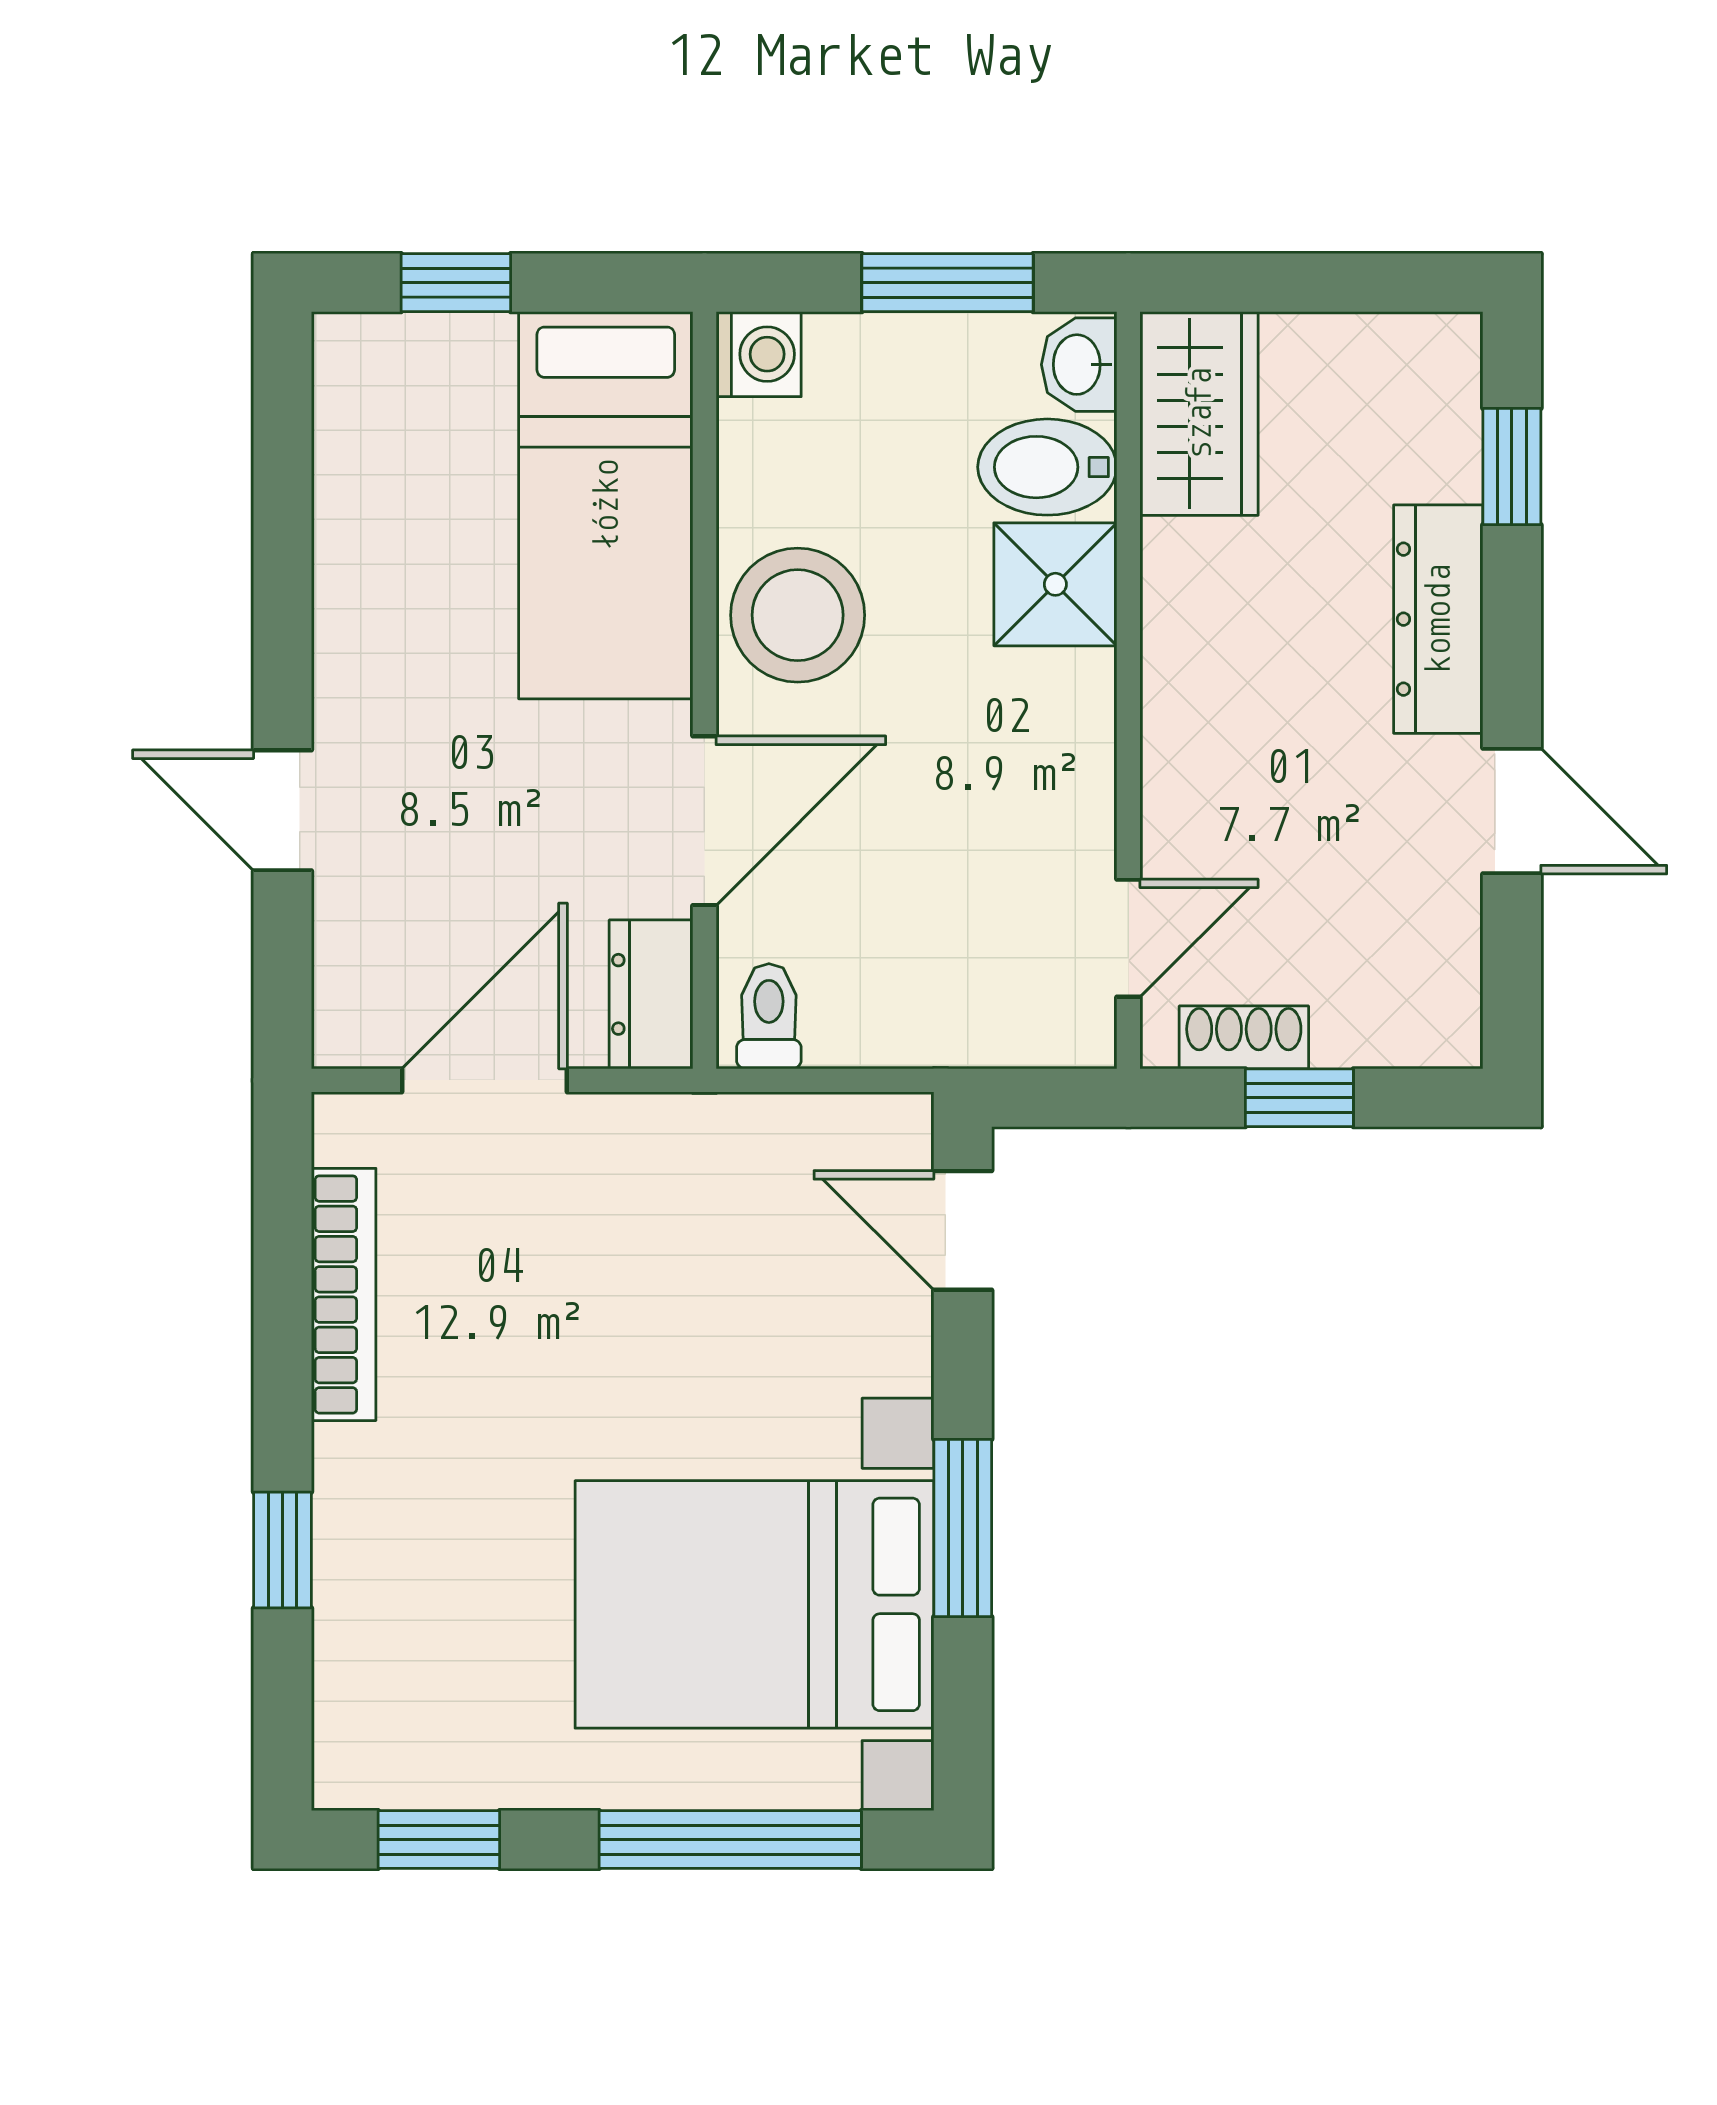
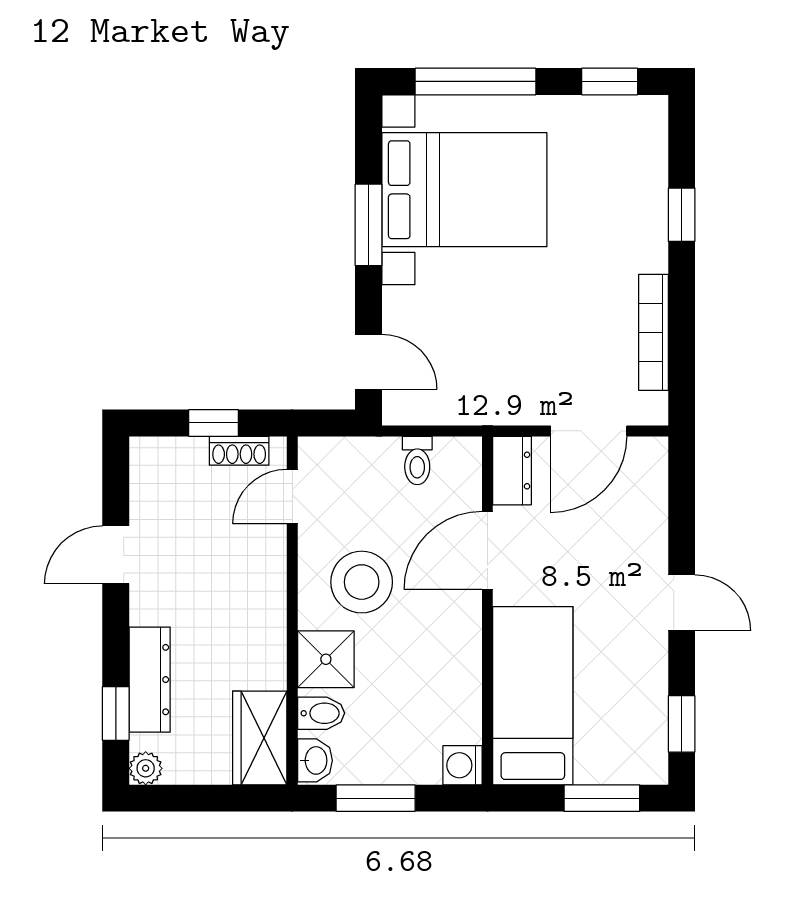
window: (456, 283) -> (602, 798), width x1.50
plant: (1447, 347) -> (146, 768), added
window: (282, 444) -> (682, 724), added
bidet: (1047, 467) -> (321, 713), width x0.72, depth x0.74
stool: (798, 615) -> (362, 582), moved
dresser: (1438, 619) -> (150, 680), moved
door: (282, 810) -> (682, 603), moved
door: (1512, 811) -> (116, 555), hinge flipped
toilet: (769, 1016) -> (417, 460), moved

